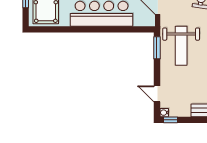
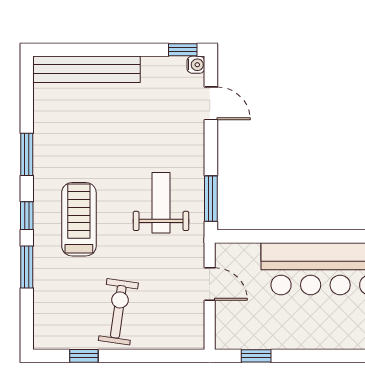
weight bench: (181, 46) -> (161, 203), width x0.73, depth x0.75

